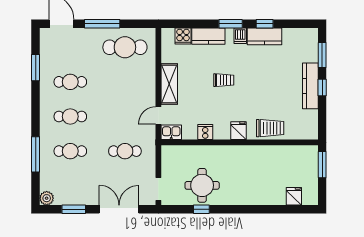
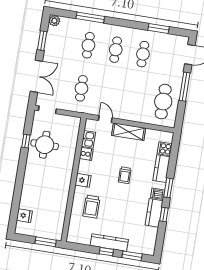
trolley: (270, 128) -> (91, 207), moved
kitchen sink: (171, 132) -> (88, 139), moved

